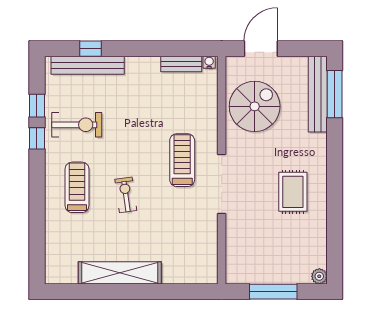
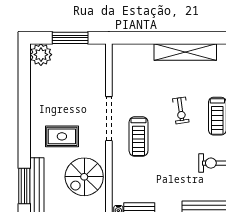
rug: (293, 192) -> (62, 136), moved, turned 90
plant: (319, 276) -> (41, 55), width x1.88, depth x1.88

